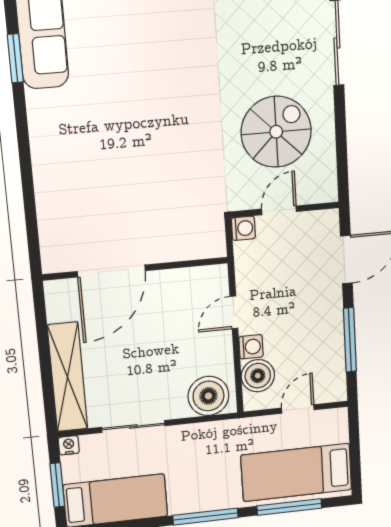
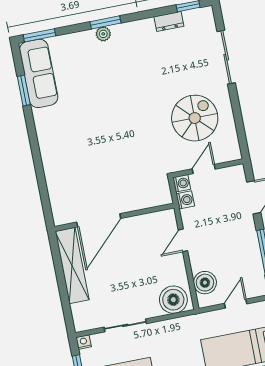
washing machine: (251, 347) -> (185, 200), moved
shelving: (68, 377) -> (72, 266), moved

